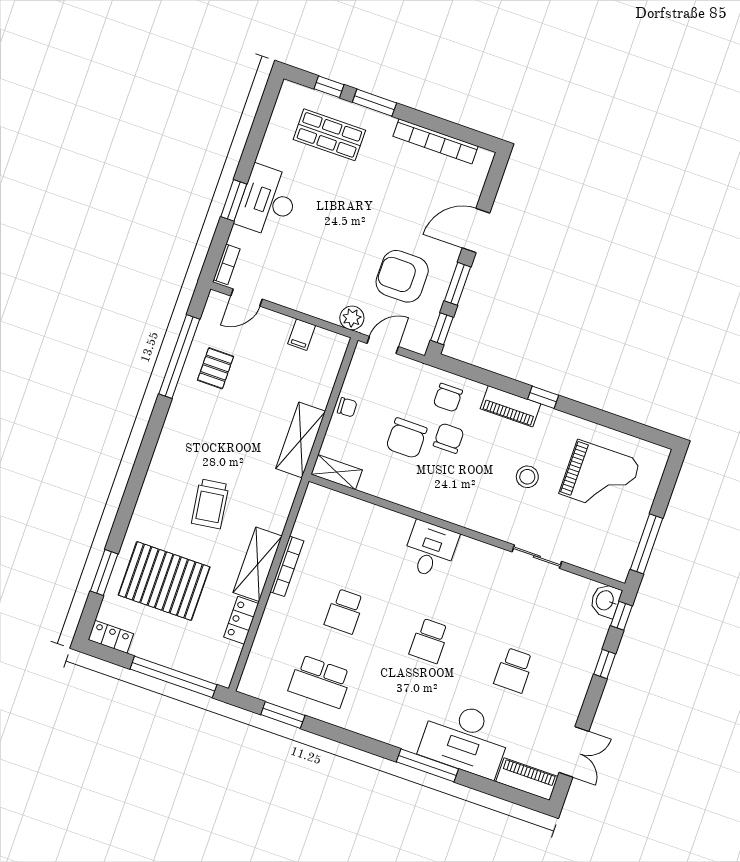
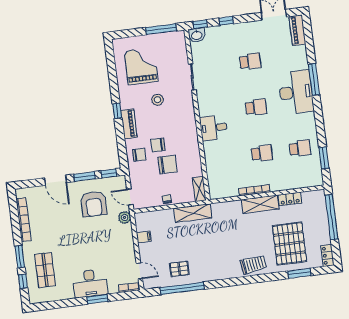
trolley: (210, 504) -> (253, 264), moved
school desk: (320, 681) -> (300, 148), width x0.54
desk: (465, 739) -> (296, 92), moved

